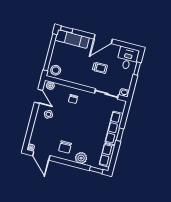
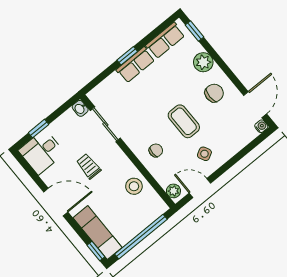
stool: (56, 70) -> (134, 186), moved
door: (39, 96) -> (200, 188), hinge flipped
coffee table: (70, 123) -> (184, 121), added
row of seats: (114, 128) -> (135, 65), width x0.68

